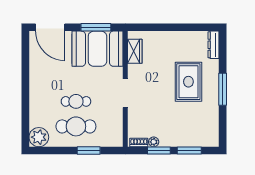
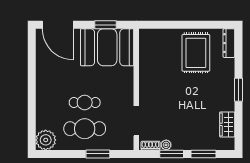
window: (96, 27) -> (106, 25), width x0.69
wardrobe: (135, 51) -> (227, 124), moved, turned 180
rug: (188, 82) -> (196, 53), moved
window: (223, 89) -> (238, 90), width x0.69
doorway: (125, 93) -> (136, 121), moved

